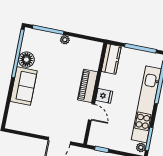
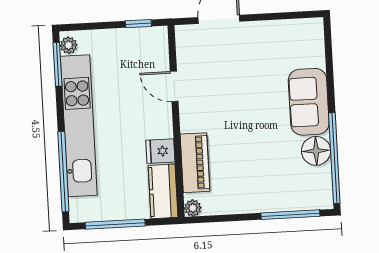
plant: (65, 40) -> (193, 208), moved
piano: (88, 86) -> (195, 163), moved
fridge: (104, 96) -> (160, 151), moved

